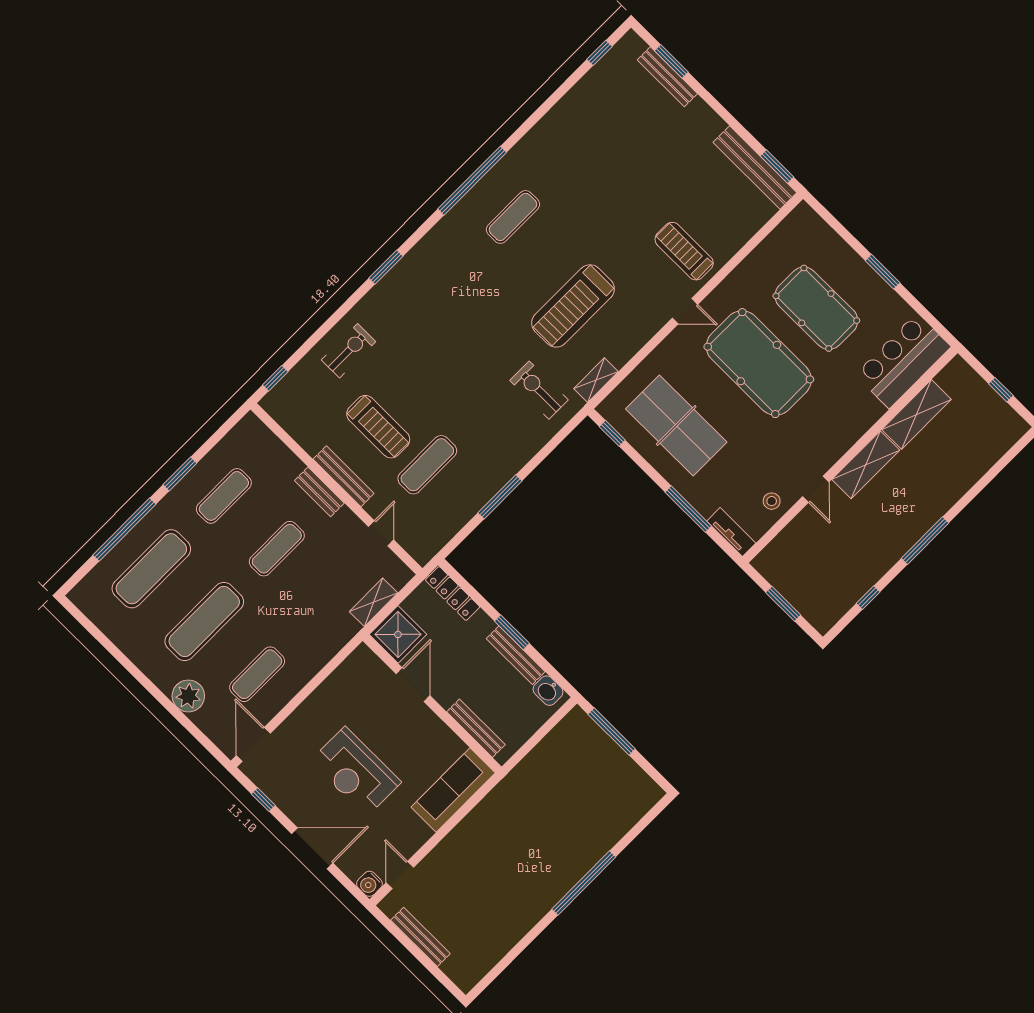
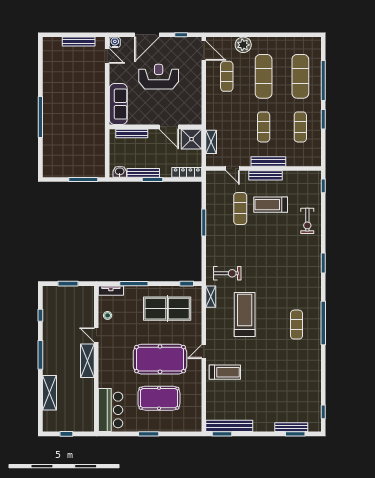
shelving: (916, 414) -> (50, 393), moved
bench: (319, 492) -> (268, 162), width x1.36

